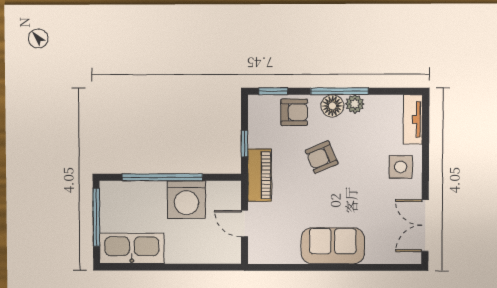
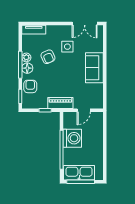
armchair: (322, 157) -> (48, 57), moved
side table: (401, 167) -> (67, 47), moved
kitchen sink: (132, 248) -> (79, 173), moved, turned 90

